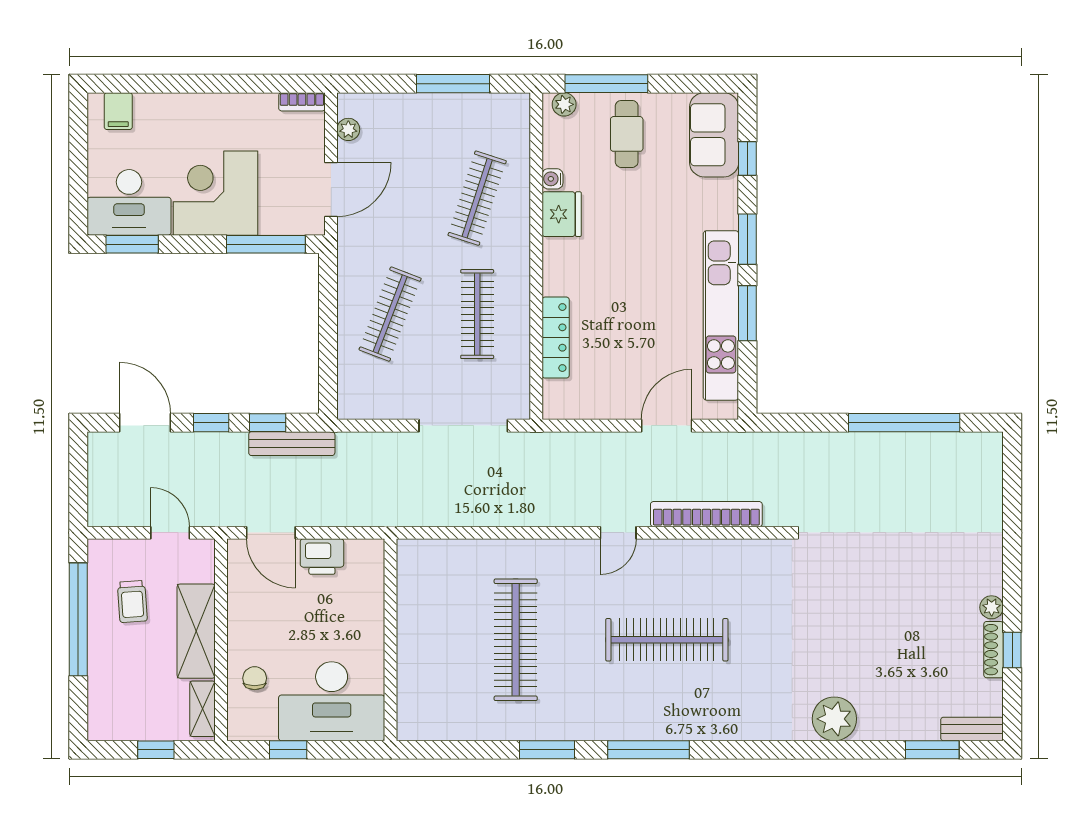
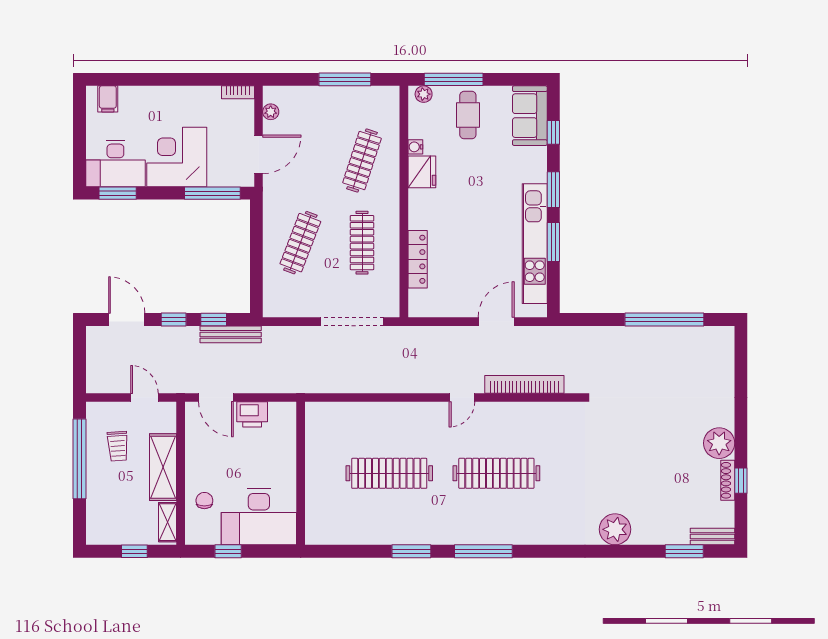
plant: (992, 607) -> (719, 443), width x1.87, depth x1.87
clothes rail: (516, 640) -> (389, 473), turned 90

